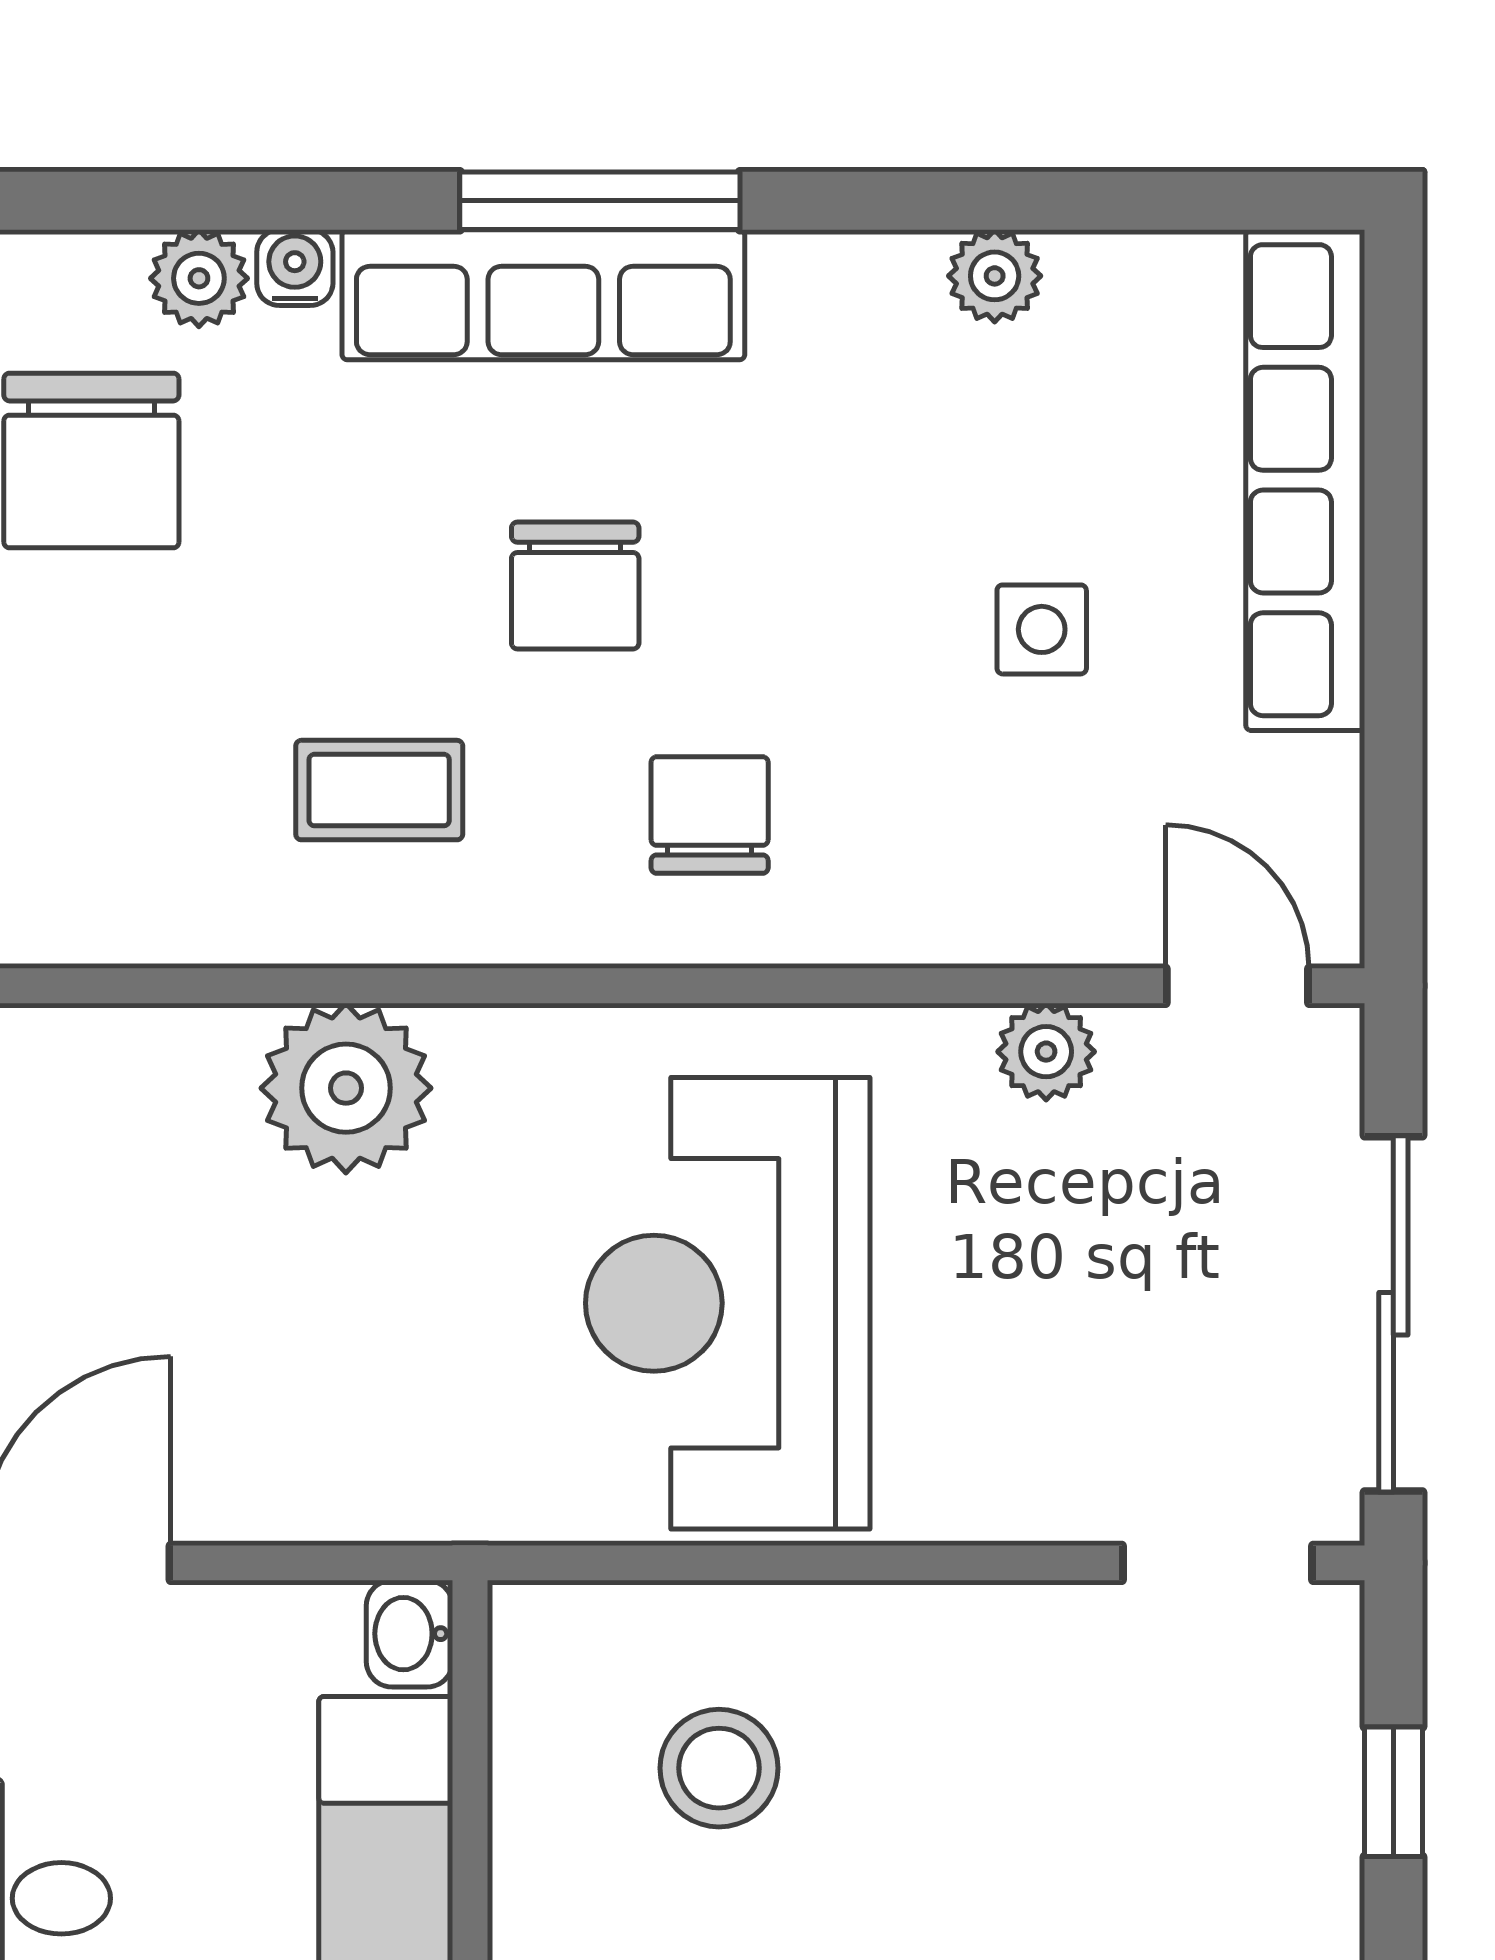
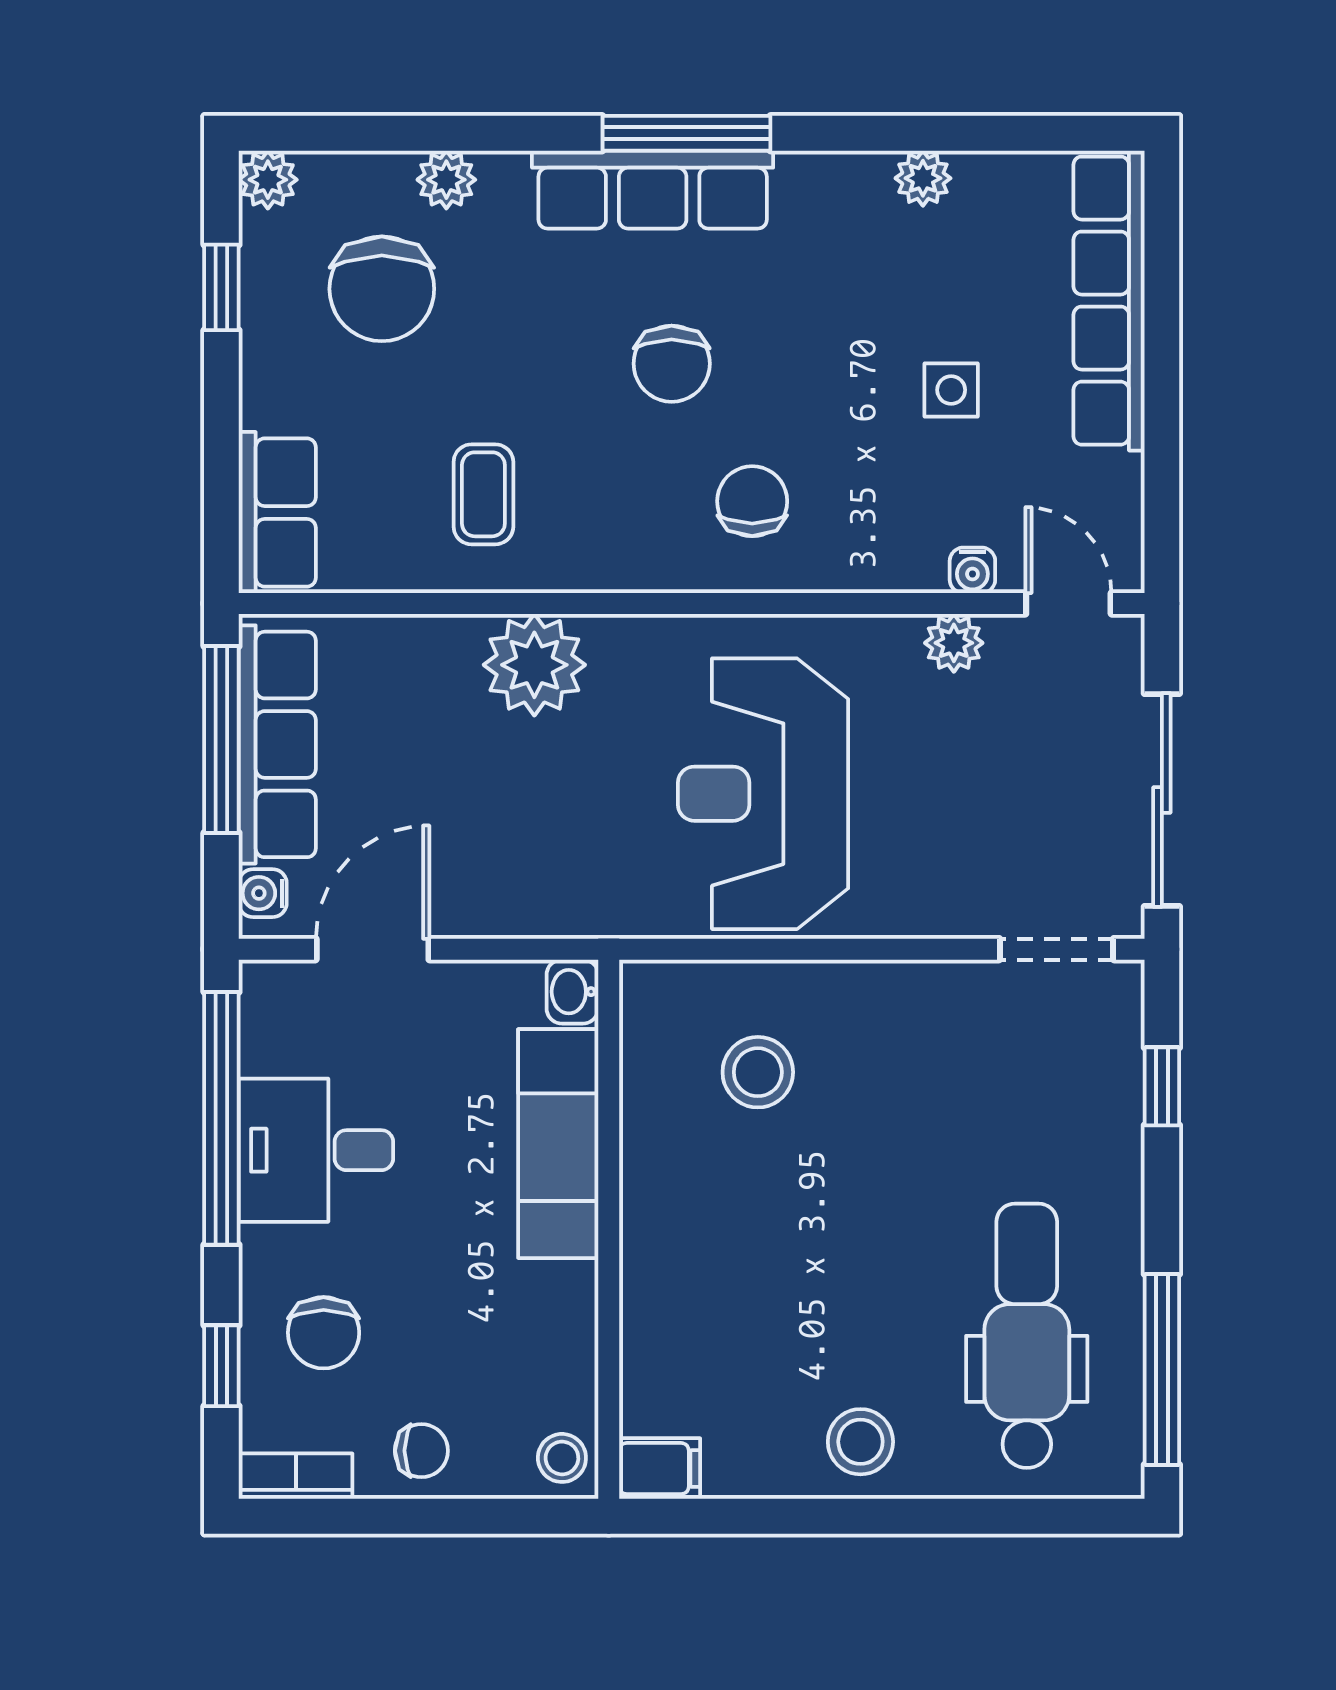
water cooler: (295, 268) -> (972, 570), moved, turned 180
coffee table: (379, 790) -> (483, 494), moved, turned 90

